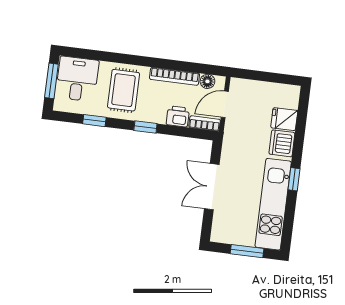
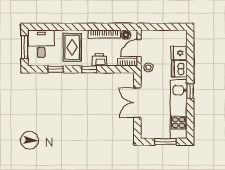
printer: (178, 116) -> (99, 60), moved
stool: (235, 135) -> (148, 67), added

